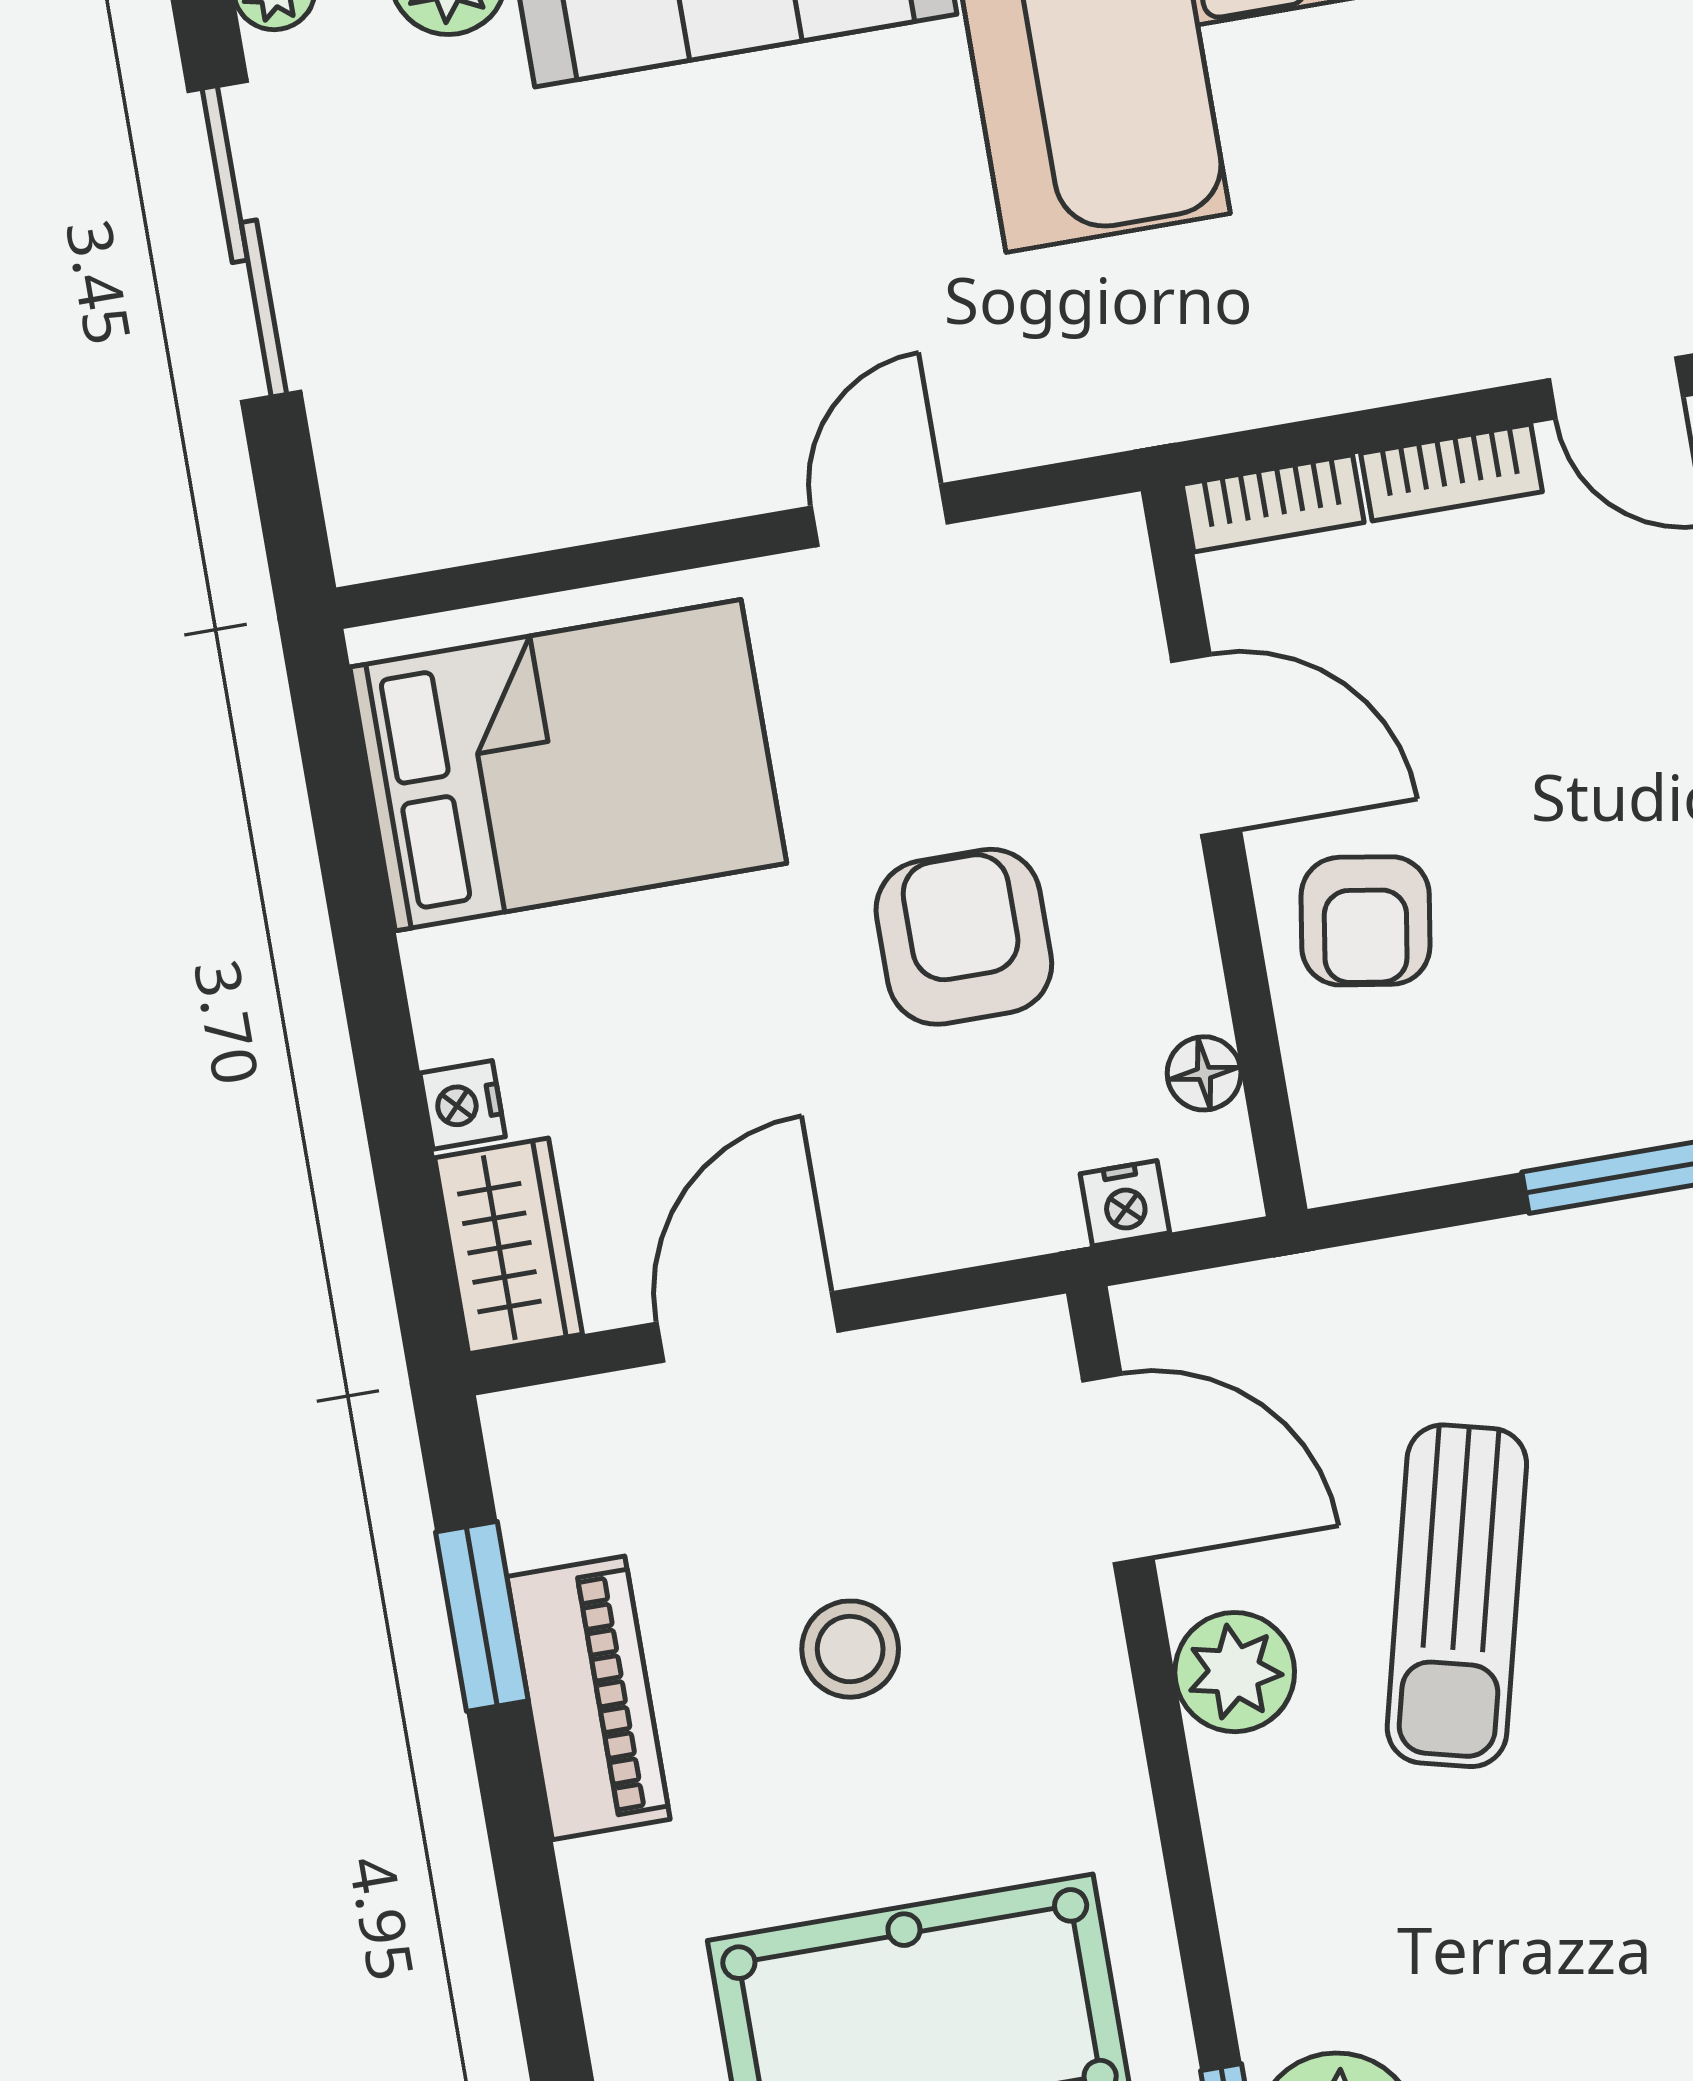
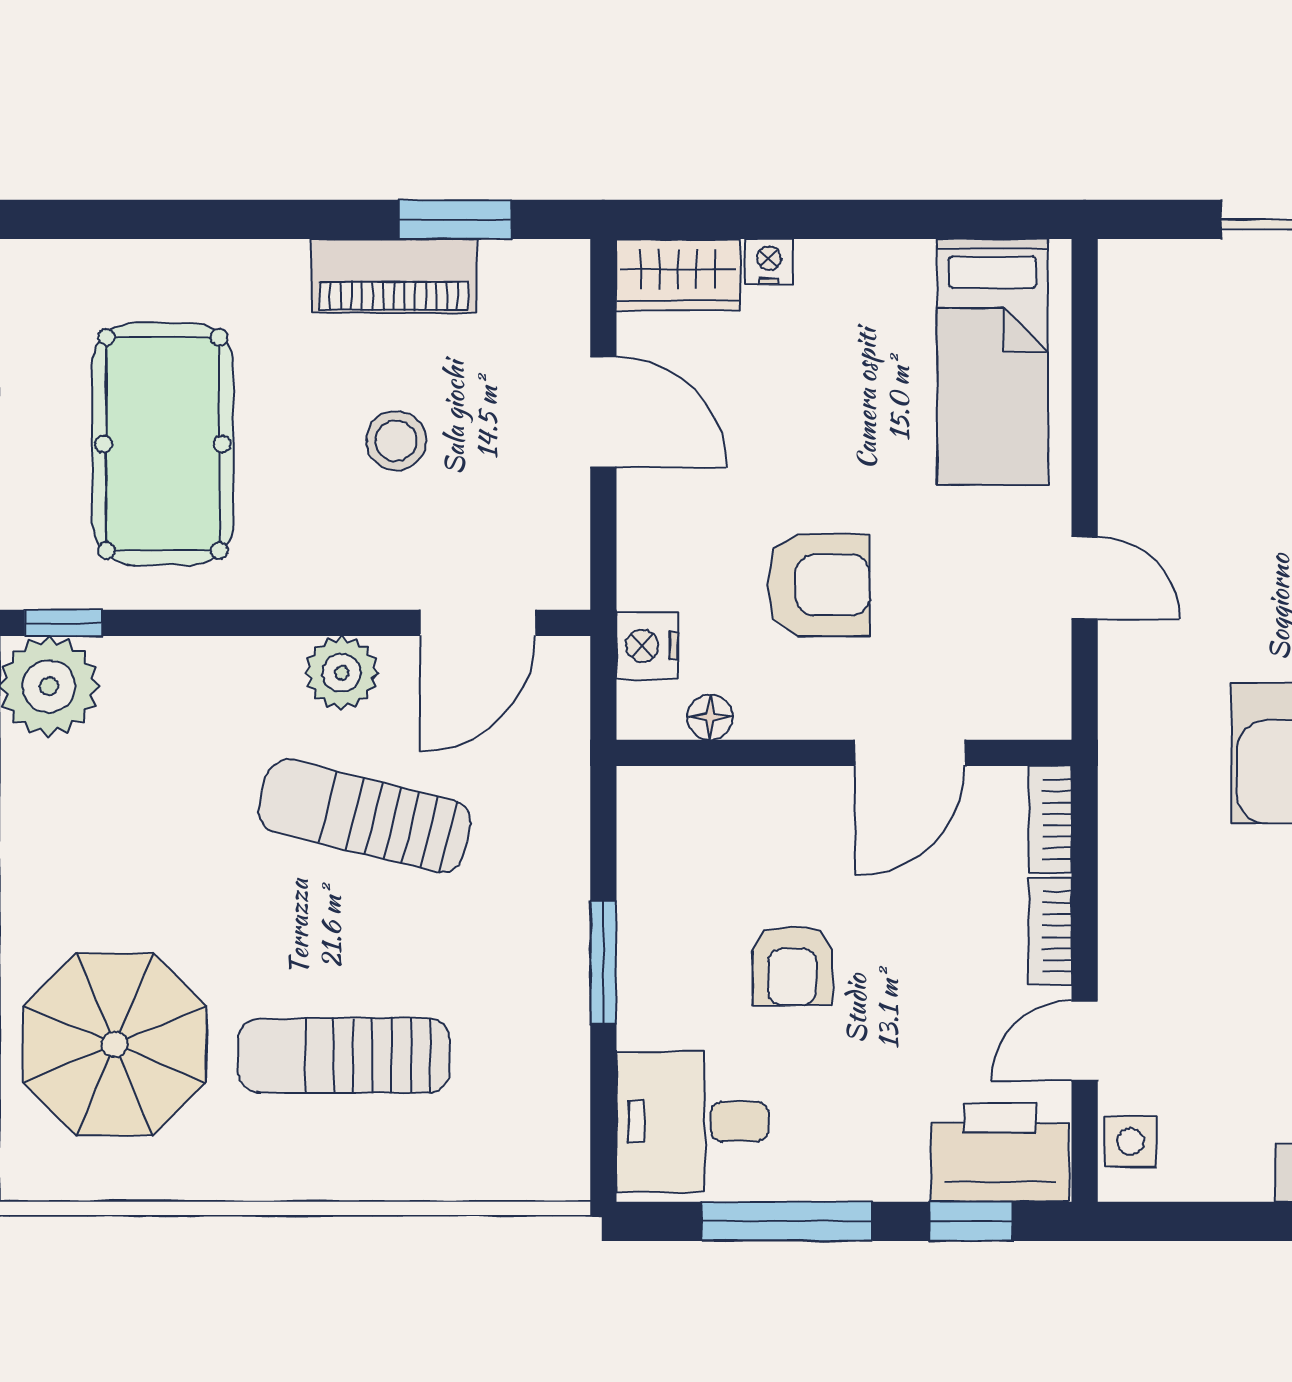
bed: (568, 765) -> (993, 362), width x0.67
armchair: (1365, 921) -> (792, 966), moved, turned -99
nightstand: (1125, 1203) -> (647, 646), width x1.39, depth x1.35

